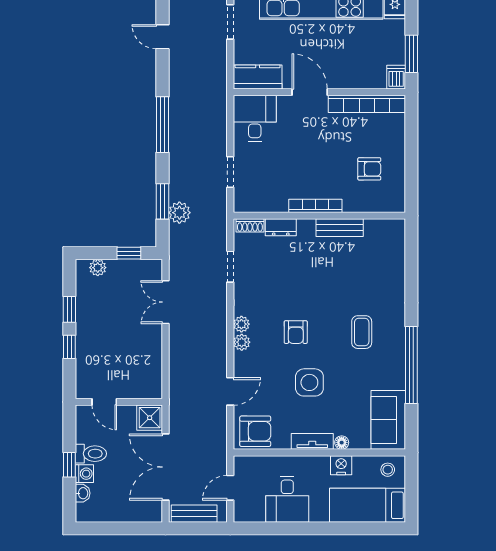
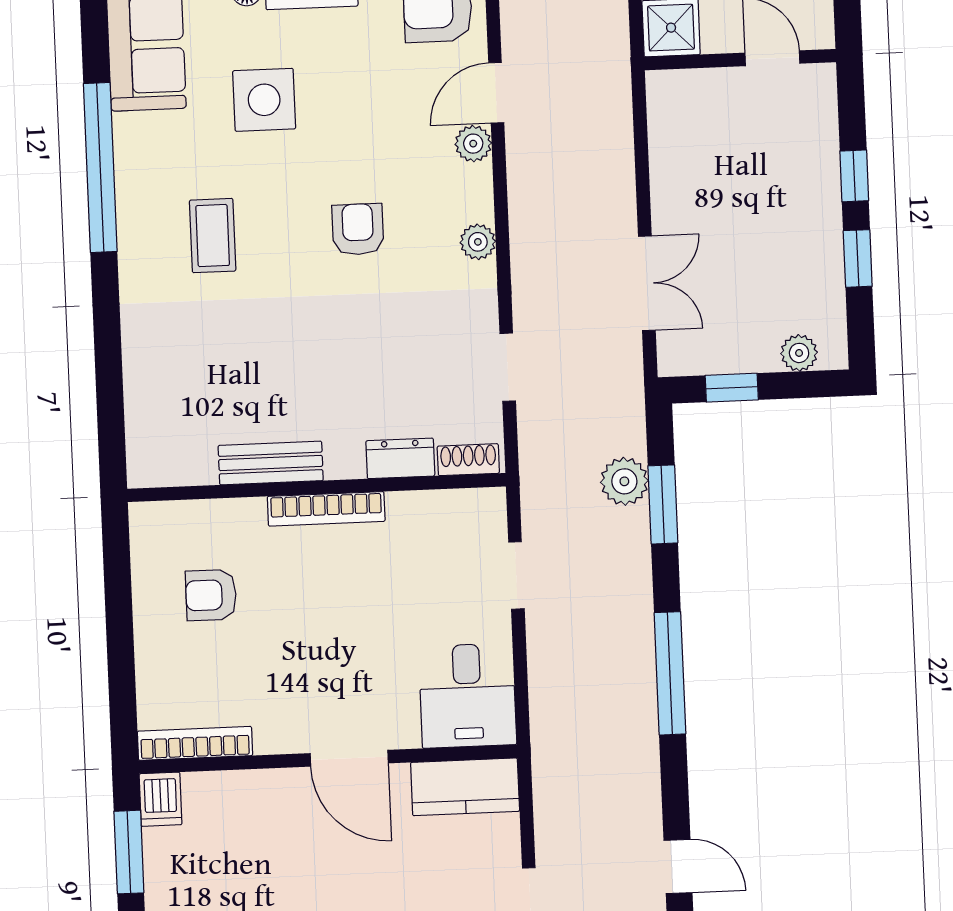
bookcase: (367, 104) -> (195, 743), width x0.68, depth x0.76
plant: (242, 342) -> (473, 144), moved
side table: (309, 382) -> (264, 100), moved

